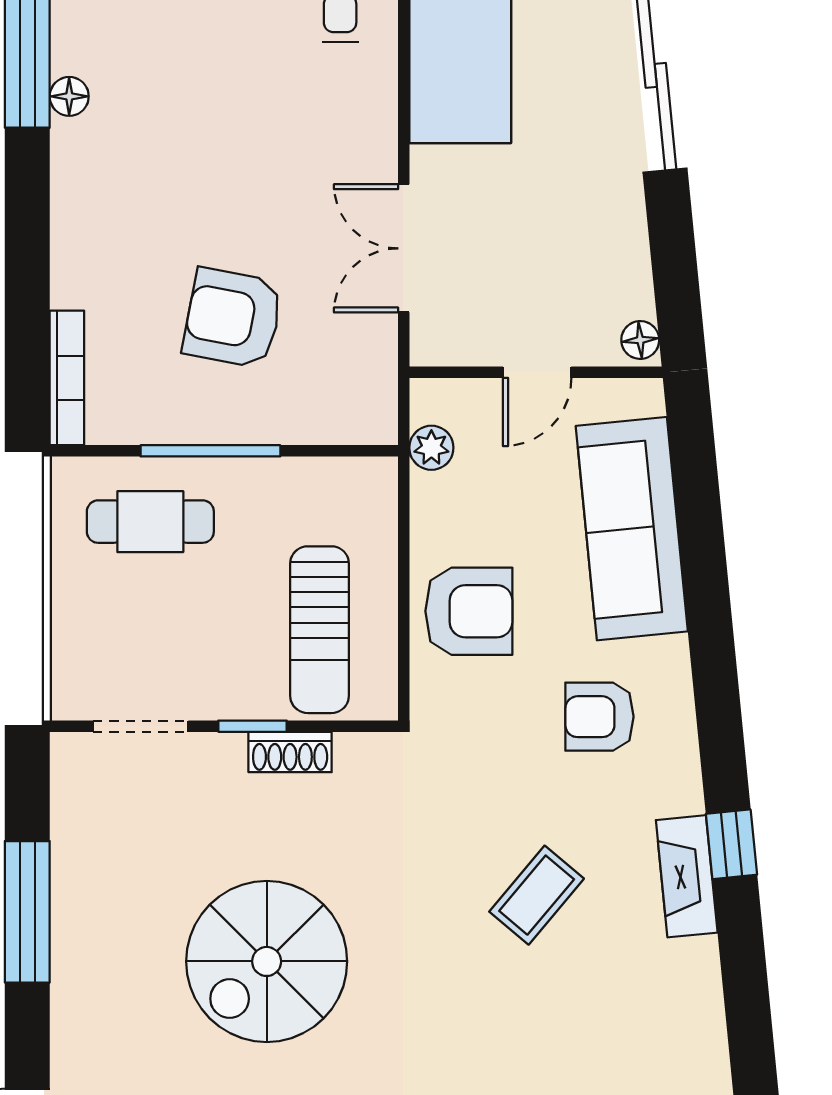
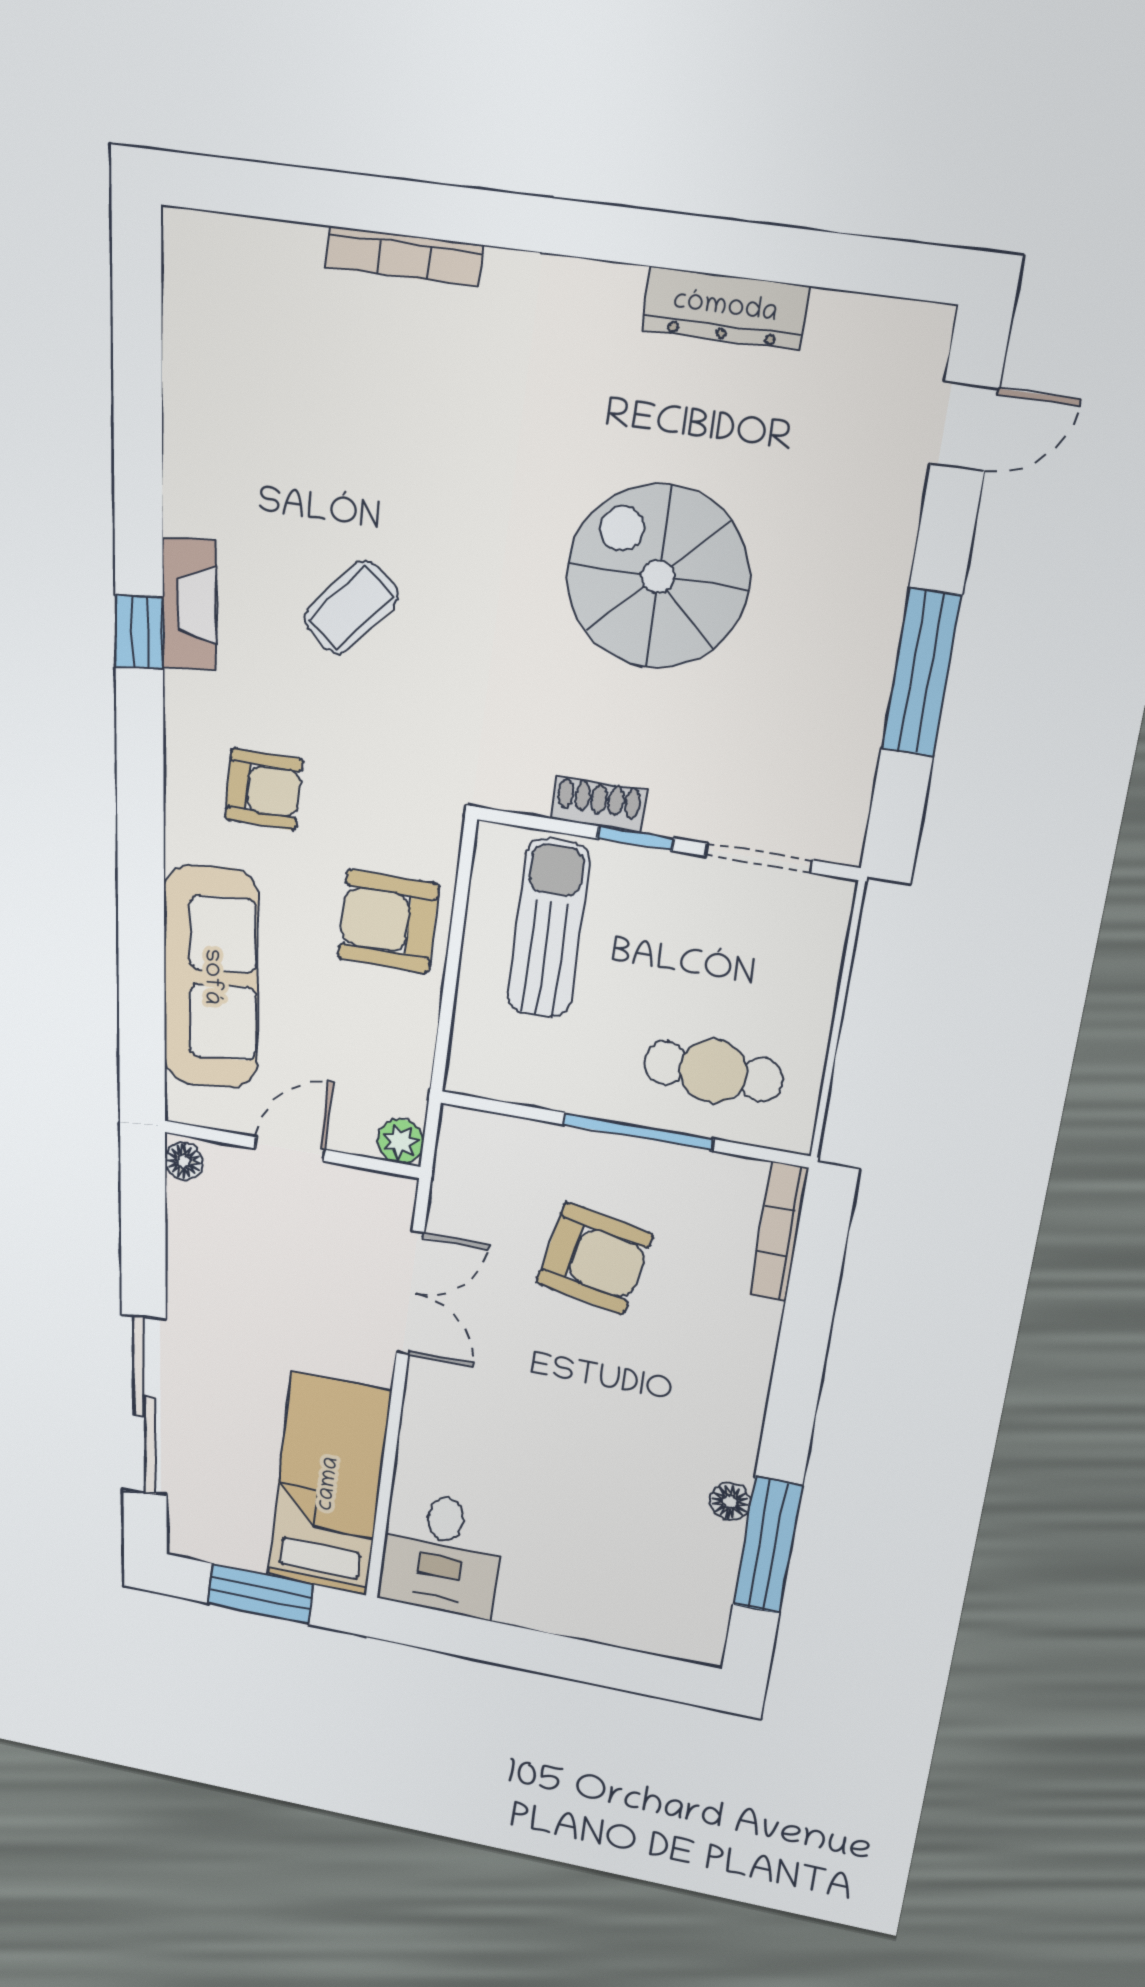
plant: (431, 448) -> (401, 1141), moved
spiral stairs: (267, 961) -> (658, 576), turned -90

